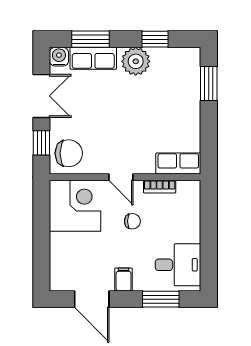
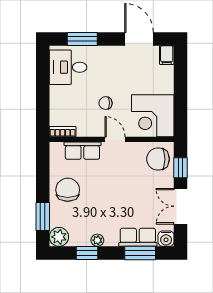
plant: (189, 59) -> (59, 237), added
plant: (136, 61) -> (97, 240), width x0.53, depth x0.53
chair: (178, 116) -> (68, 190), added
row of seats: (178, 163) -> (82, 151), moved
bookcase: (160, 187) -> (63, 132), moved
filing cabinet: (124, 280) -> (167, 55), moved

